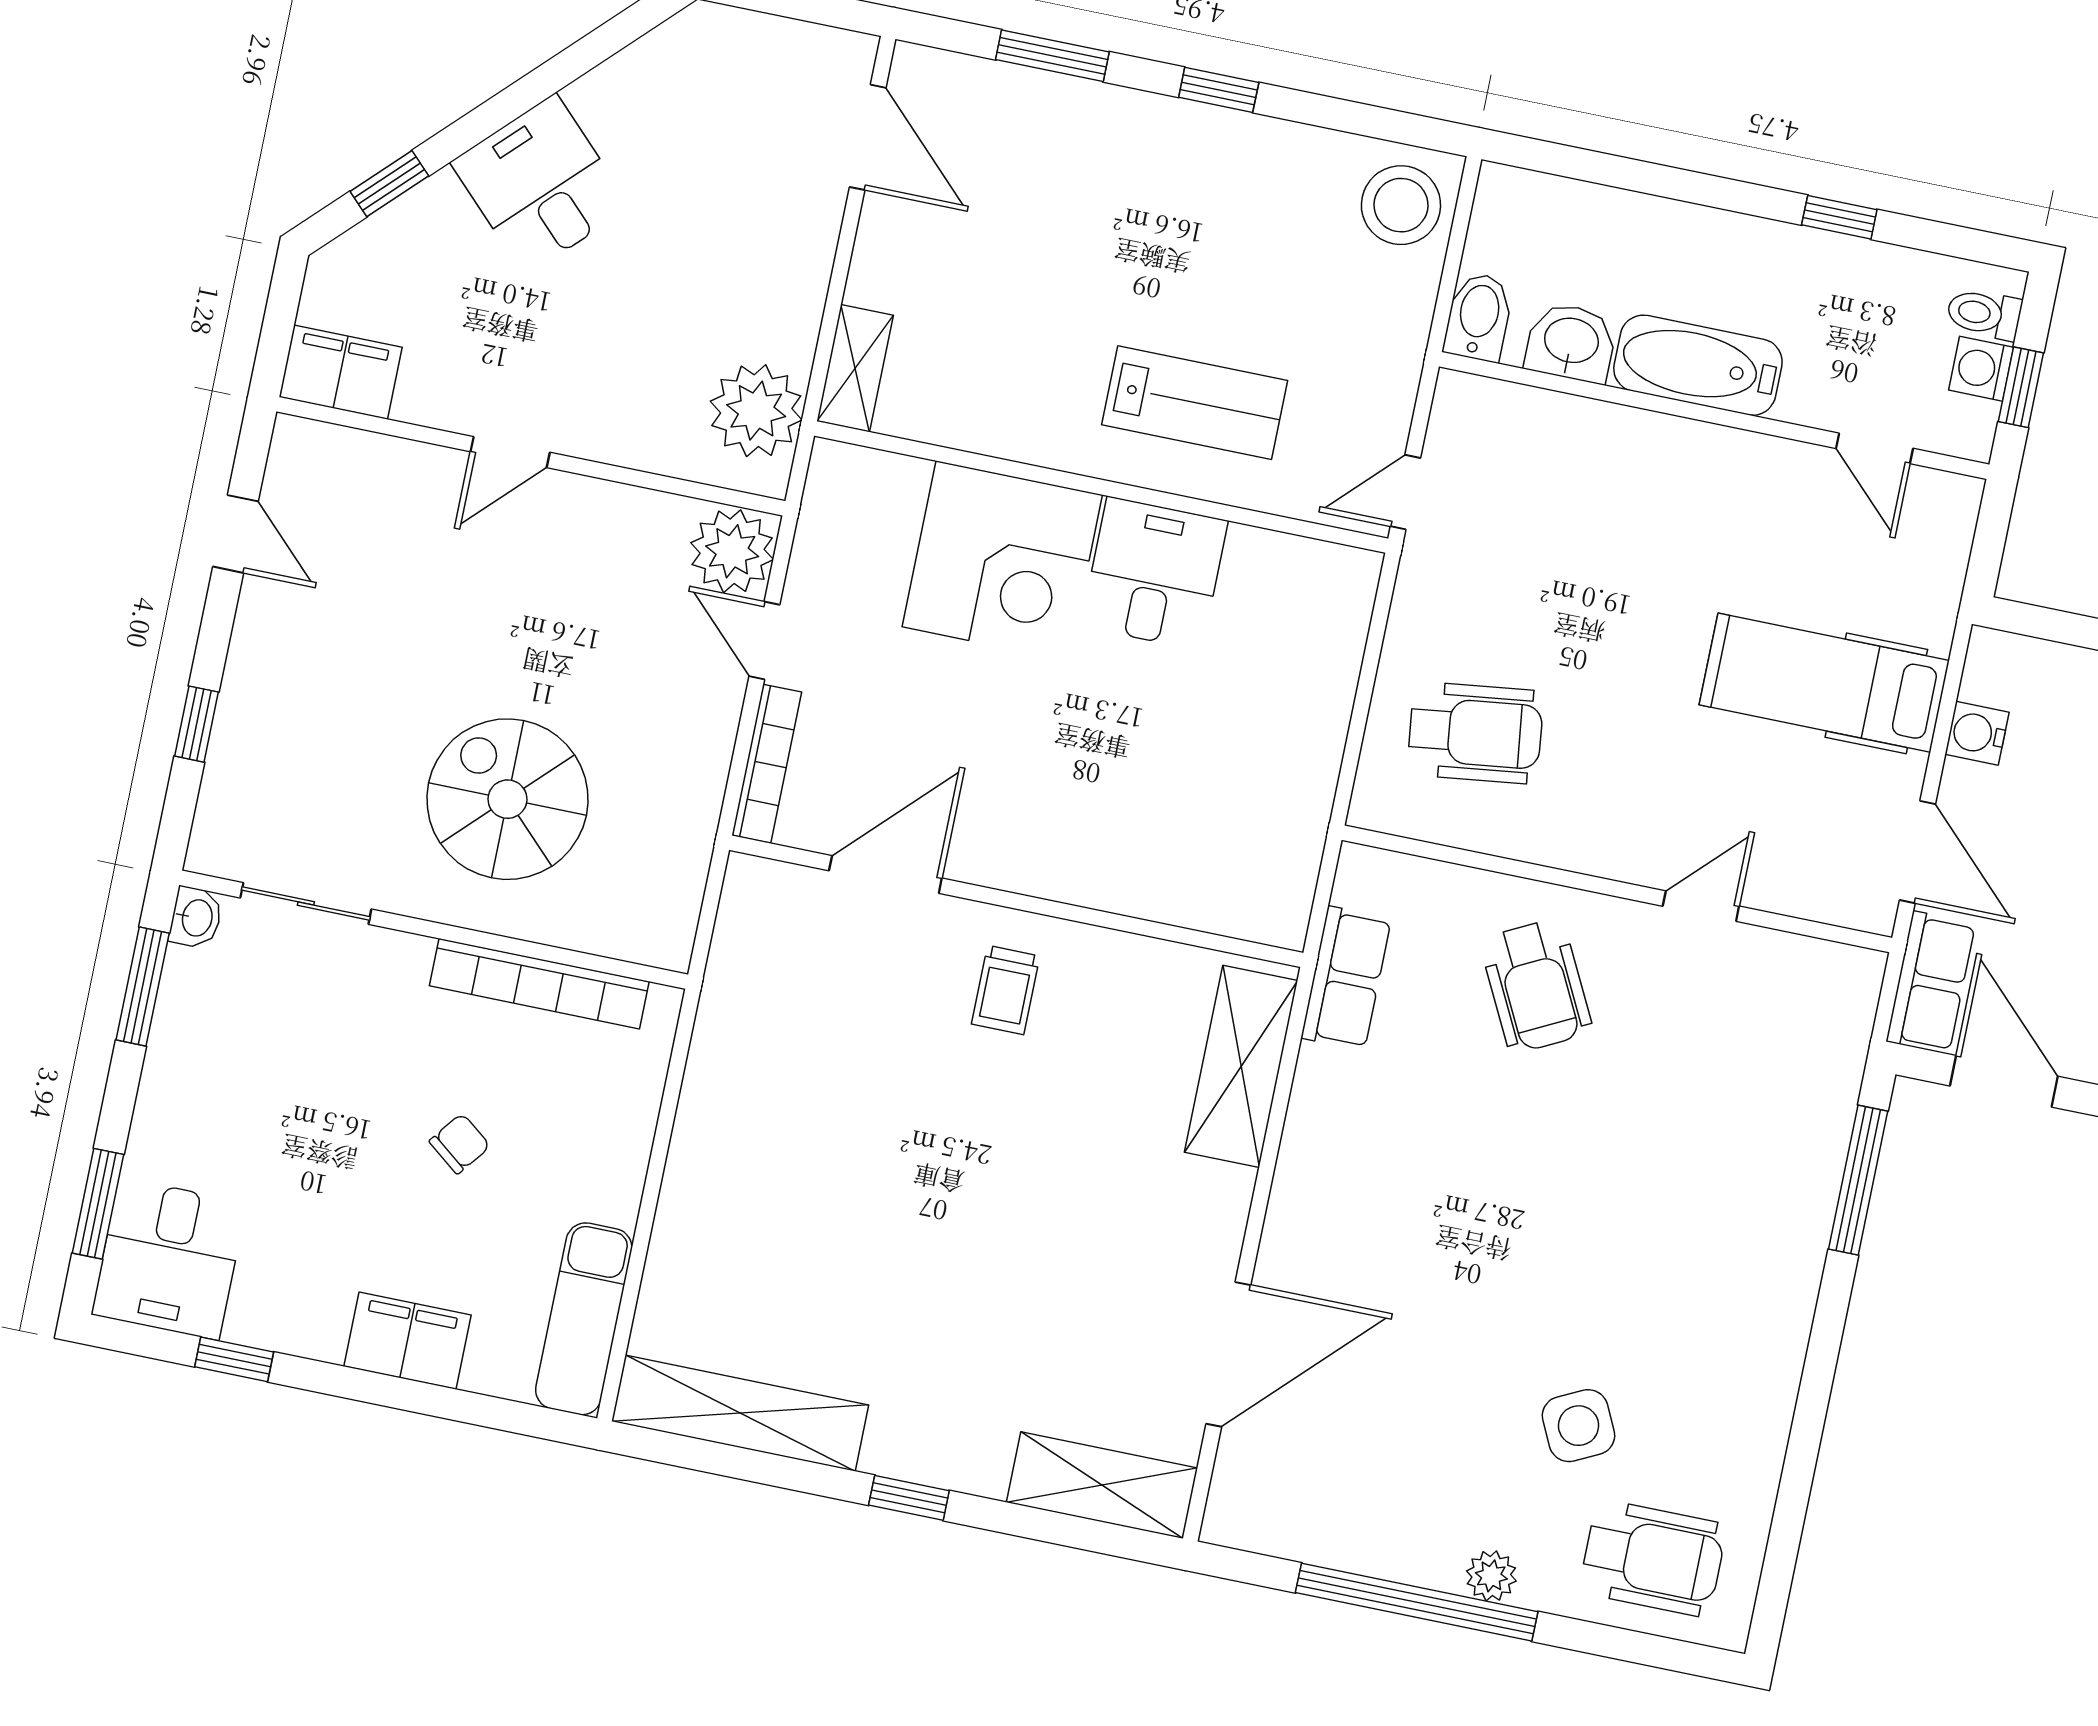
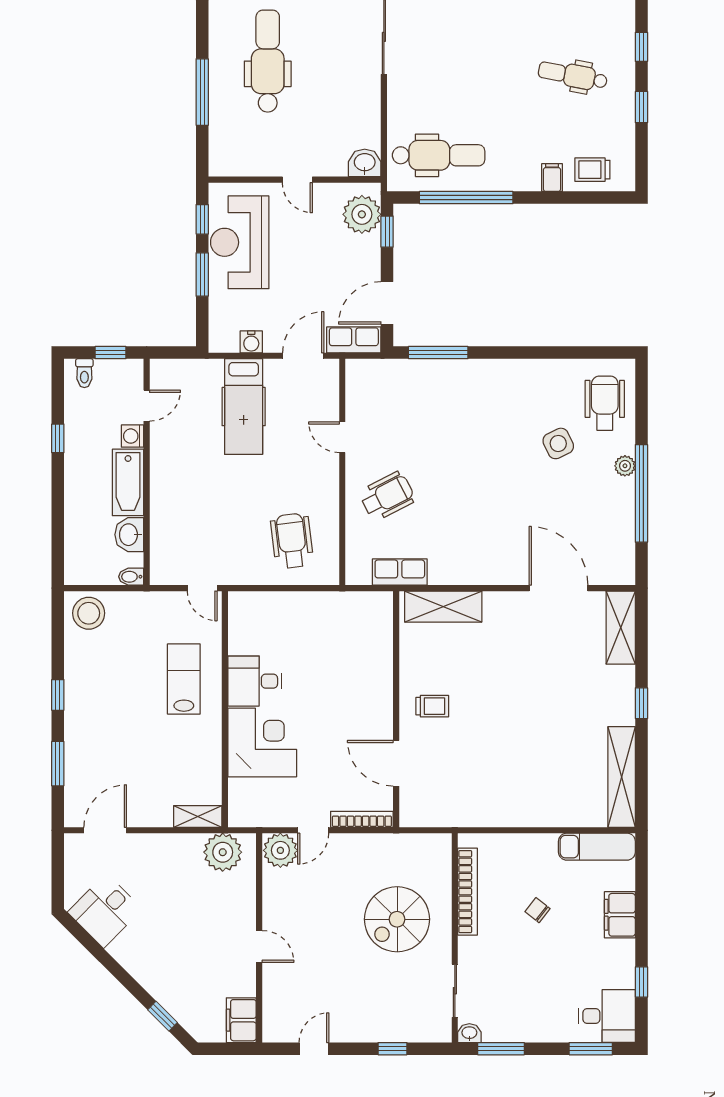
desk: (540, 185) -> (105, 911), moved
bidet: (1478, 317) -> (131, 577), width x0.72, depth x0.74
washing machine: (1981, 369) -> (133, 436), moved, turned 90

